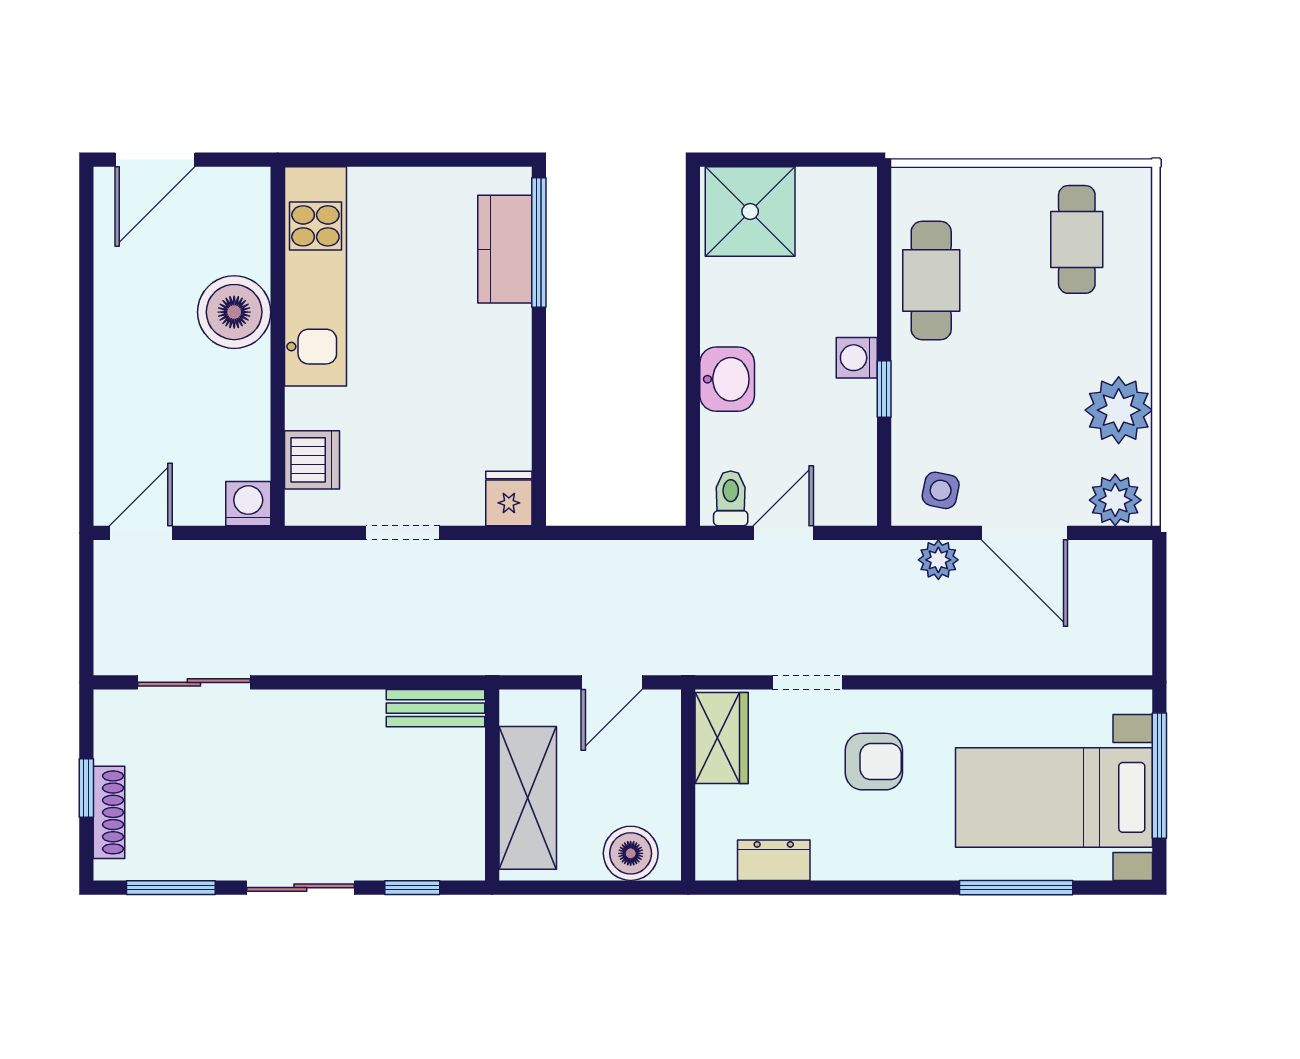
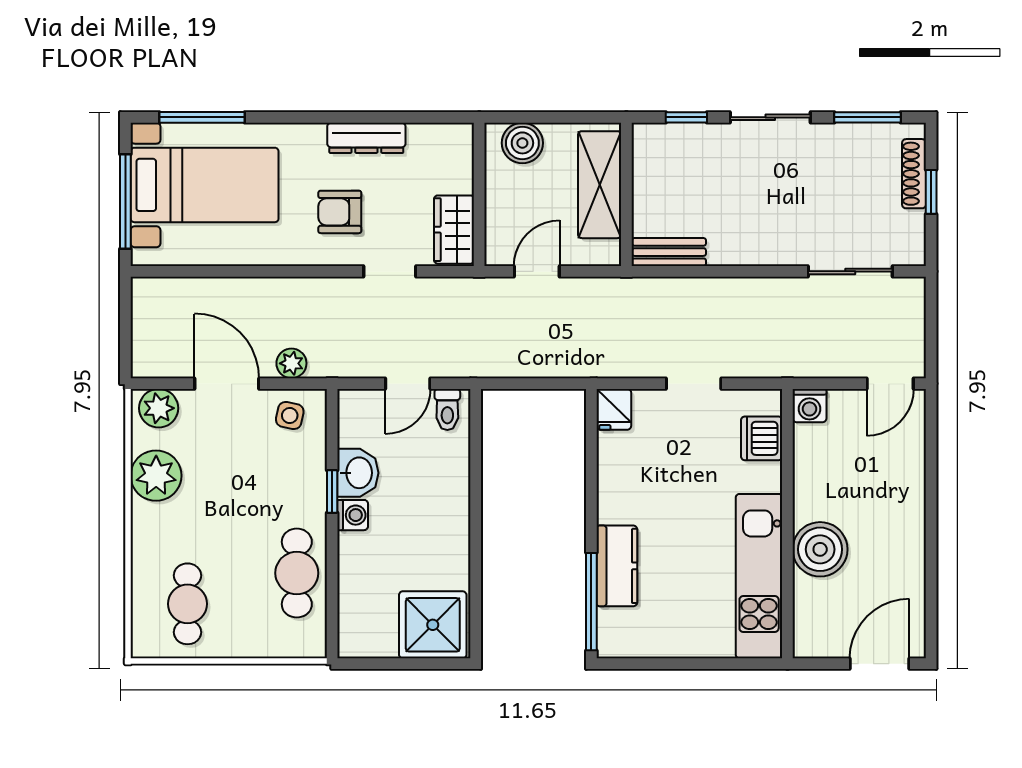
kitchen counter: (505, 249) -> (617, 566), moved
washbasin: (727, 379) -> (358, 473), moved, turned 180
dresser: (774, 860) -> (366, 138), moved, width x1.44
window: (1016, 888) -> (202, 117), moved

